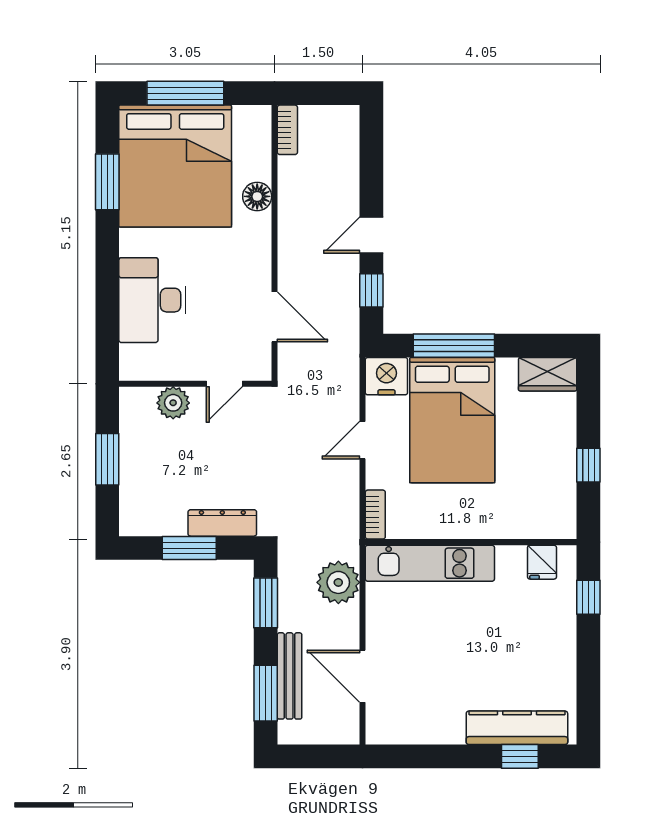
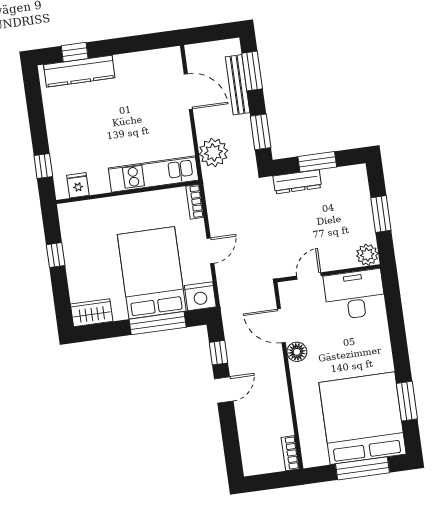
floor lamp: (257, 196) -> (297, 352), moved
desk: (152, 300) -> (355, 295), moved, turned -90
plant: (173, 403) -> (367, 255), moved

